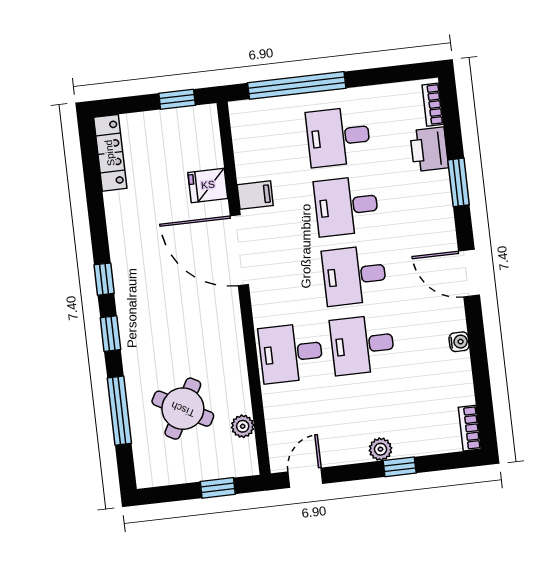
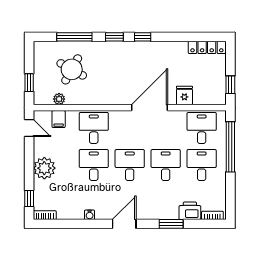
desk: (267, 145) -> (202, 128), added
filing cabinet: (255, 195) -> (59, 119), moved
plant: (380, 449) -> (44, 168), width x1.88, depth x1.88
window: (400, 467) -> (29, 198), moved

